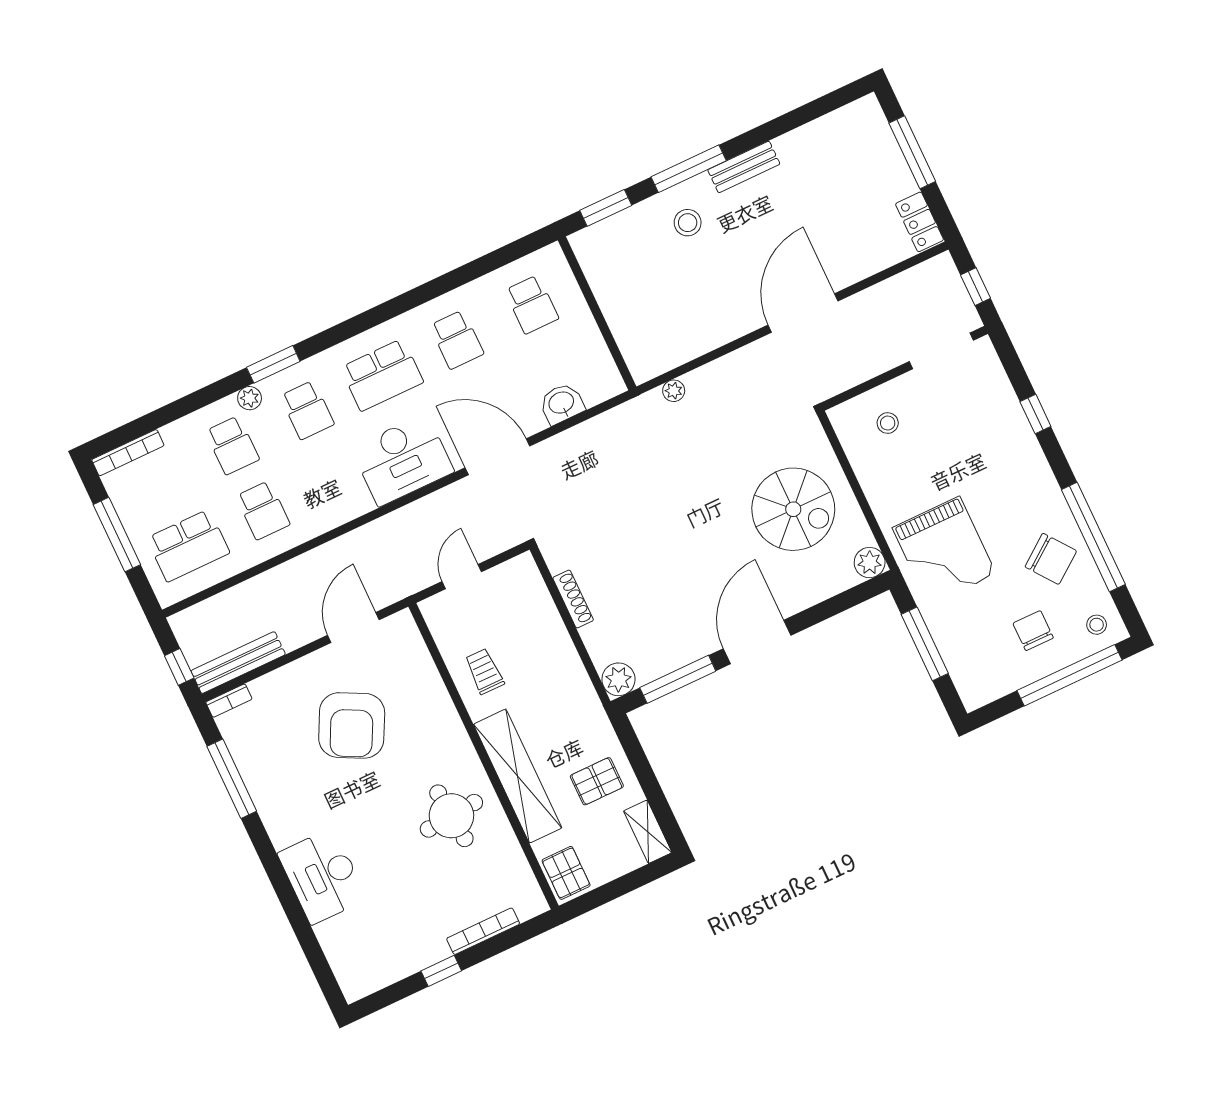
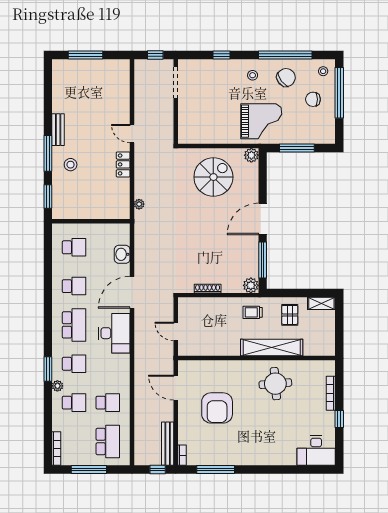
locker: (920, 222) -> (123, 164), moved, turned 90
door: (803, 313) -> (132, 134), width x0.53
stool: (888, 423) -> (253, 75), moved
door: (757, 642) -> (263, 219), hinge flipped
trolley: (484, 671) -> (253, 312), moved
armchair: (352, 725) -> (217, 408), turned 63
pallet: (566, 873) -> (323, 346), removed
desk: (322, 876) -> (316, 451), moved

